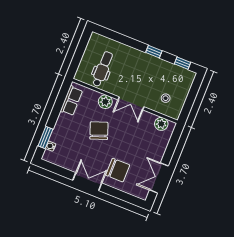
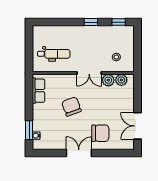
dental chair: (102, 69) -> (54, 54), turned 90
plant: (105, 102) -> (108, 80), moved

